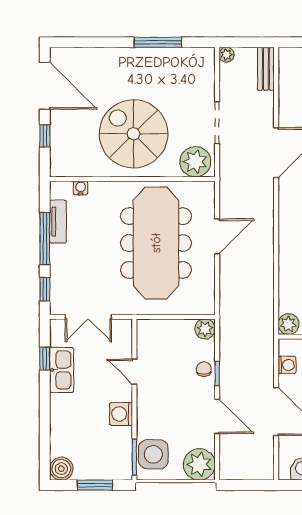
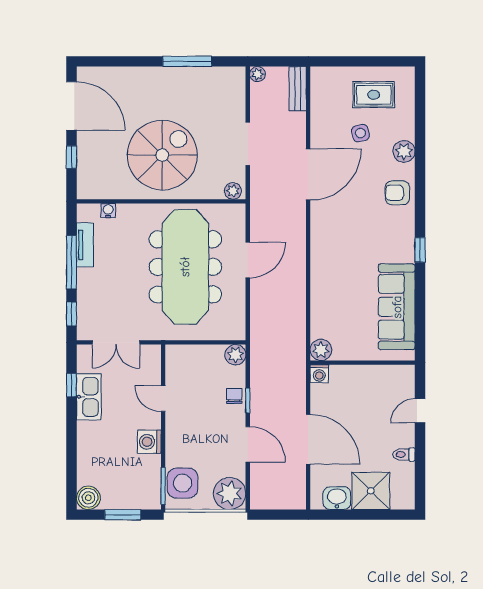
spiral stairs: (134, 134) -> (162, 155), turned 90
plant: (195, 162) -> (233, 191), width x0.53, depth x0.53
washing machine: (287, 365) -> (319, 374), moved, turned 90

